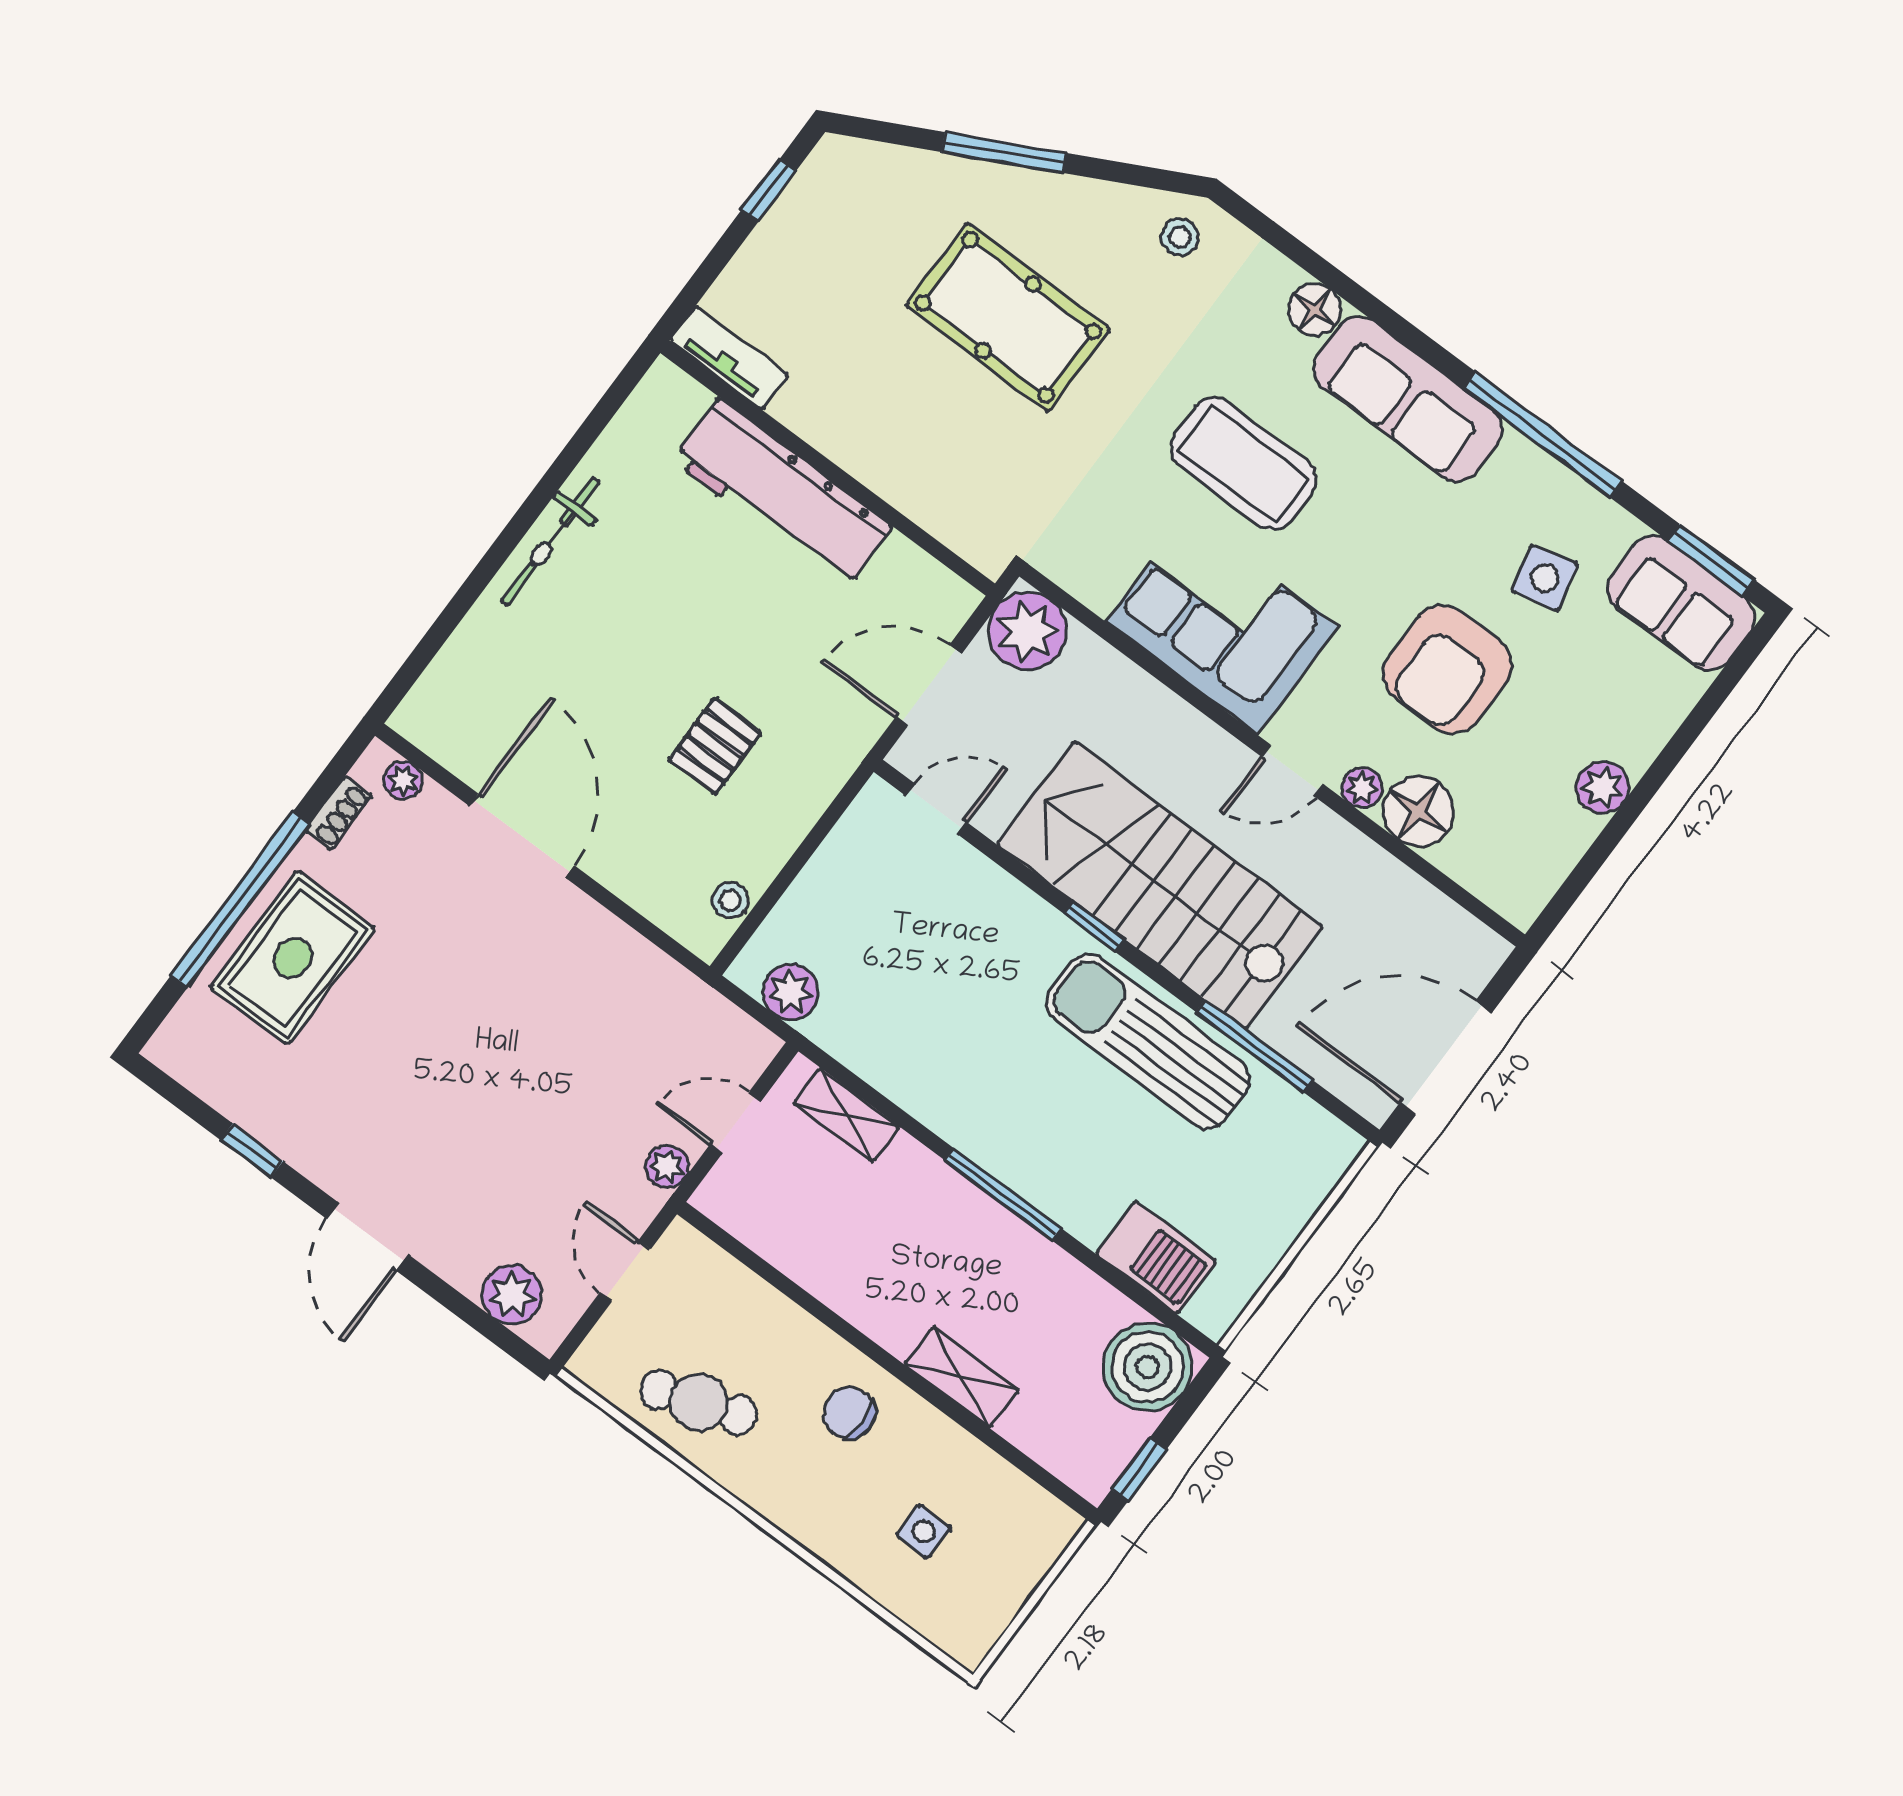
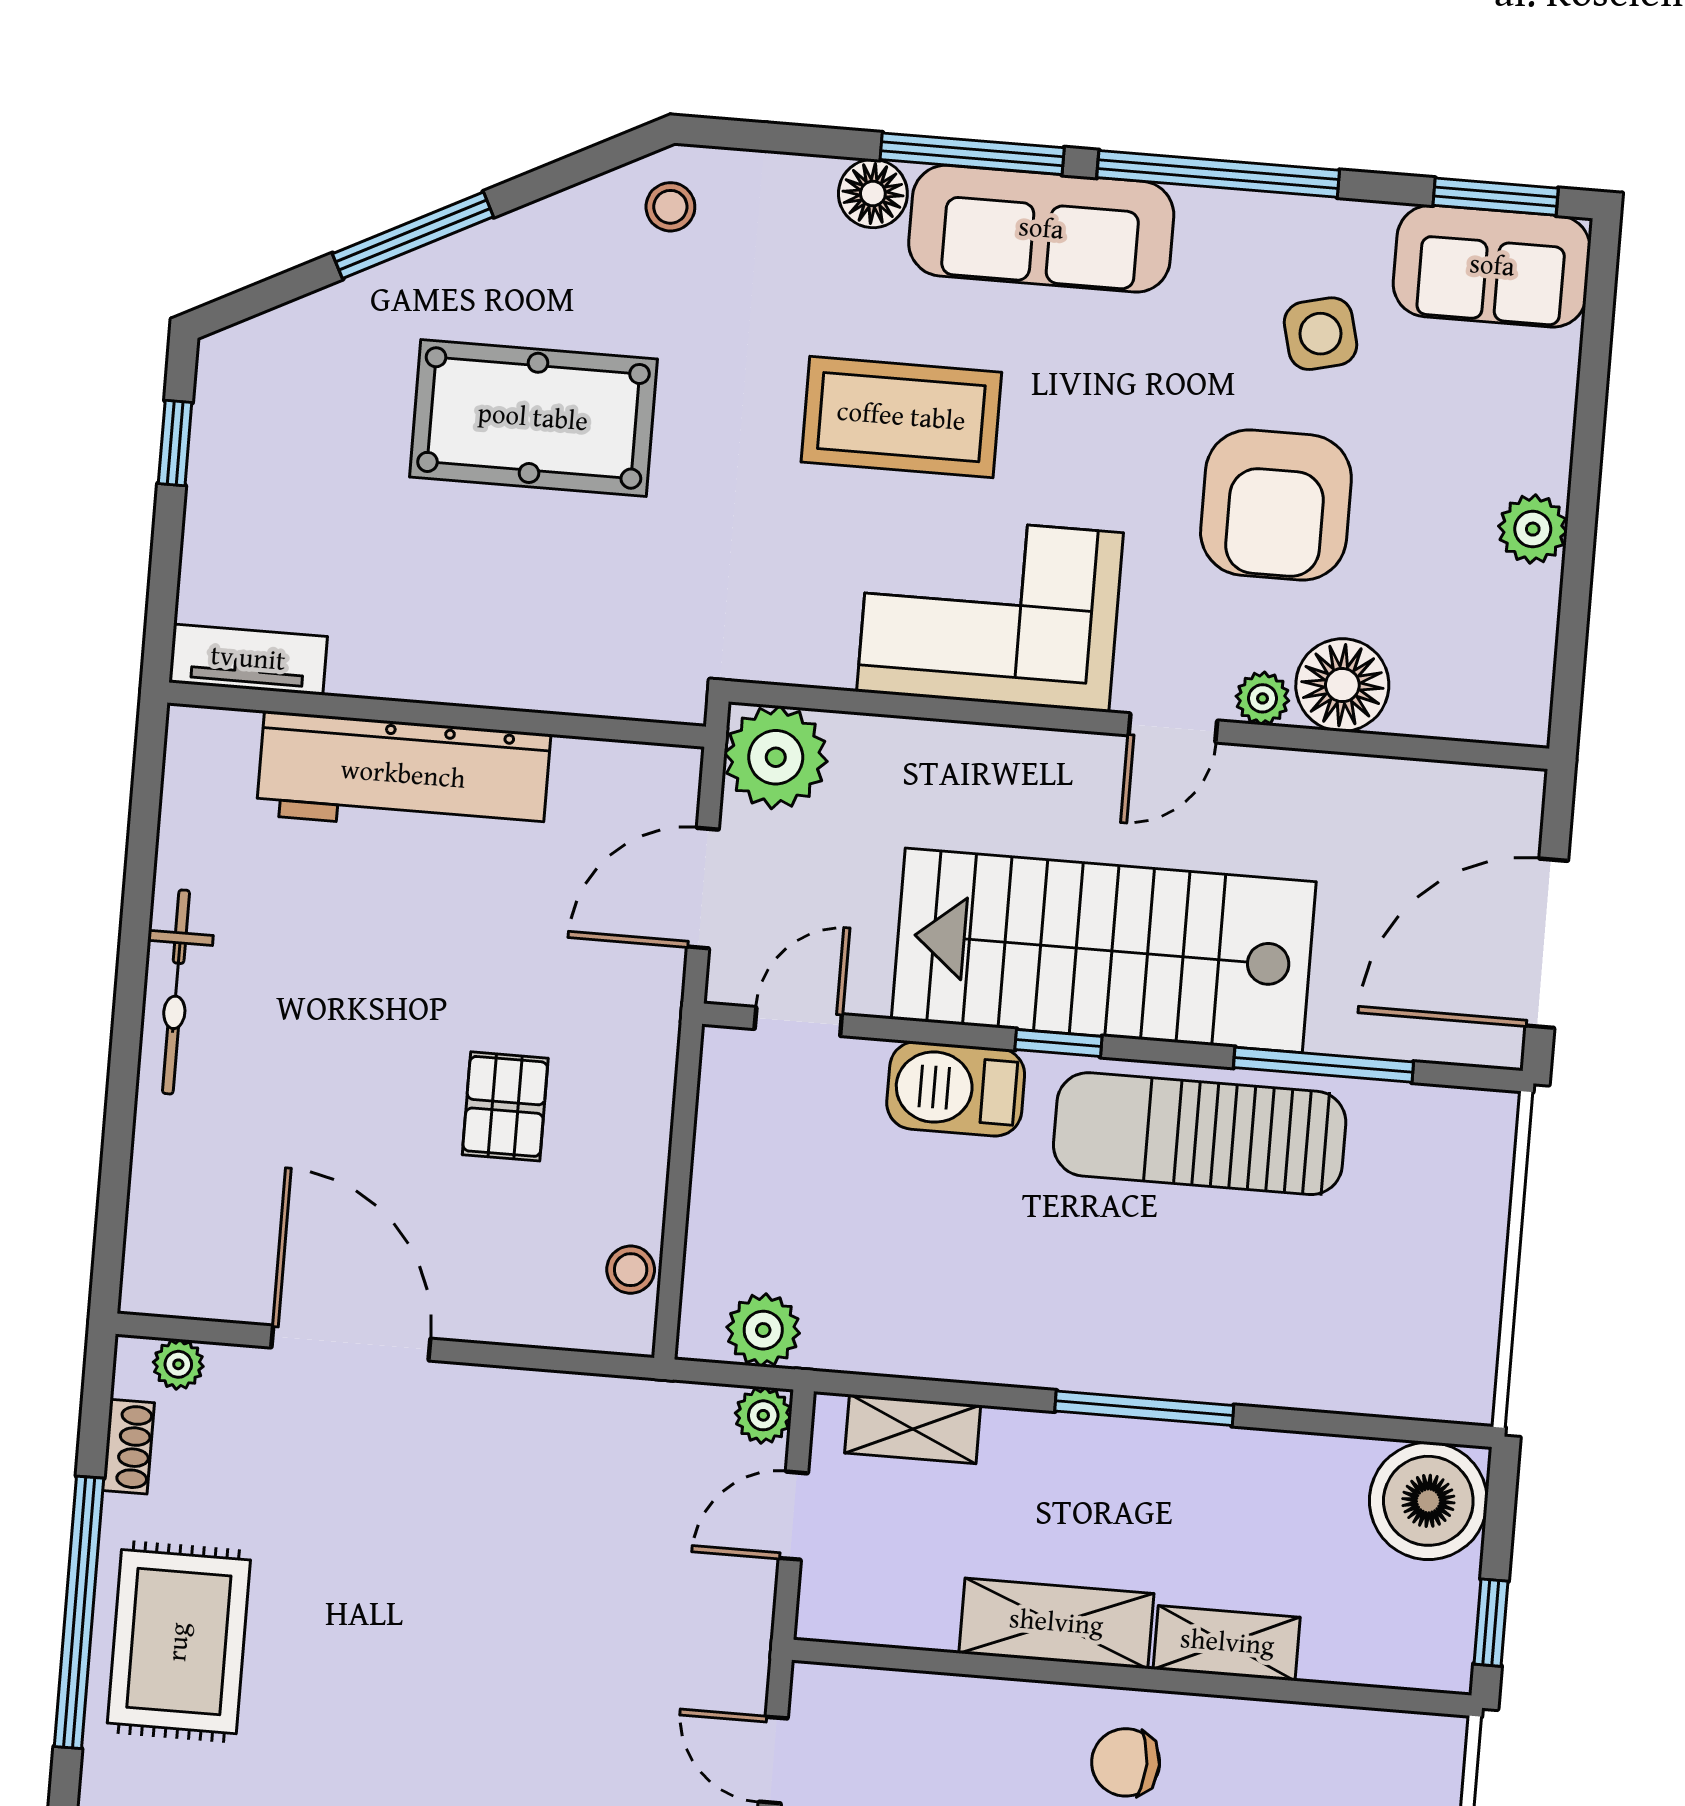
window: (1394, 324) -> (972, 154), added
plant: (667, 1167) -> (763, 1415), moved
barbecue: (1156, 1258) -> (956, 1089), moved, turned 180
shelving: (861, 1297) -> (1056, 1623), added

